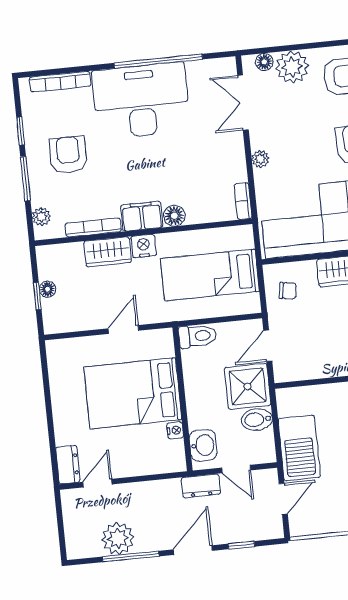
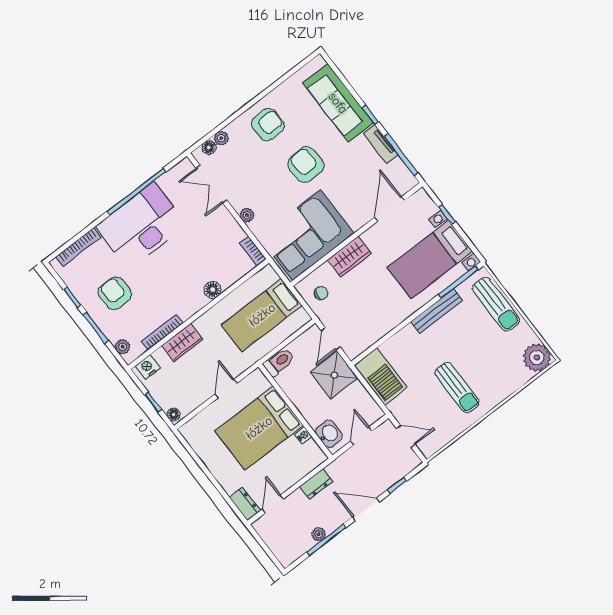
plant: (292, 67) -> (221, 138), width x0.53, depth x0.53
filing cabinet: (142, 216) -> (191, 304), removed
nightstand: (144, 246) -> (148, 367), moved
floor lamp: (48, 289) -> (174, 415), moved
bidet: (257, 420) -> (354, 394), removed
barbecue: (299, 448) -> (381, 376), moved
door: (236, 469) -> (361, 436), swing flipped
dresser: (201, 486) -> (316, 484), moved
door: (283, 499) -> (406, 436), hinge flipped
plant: (118, 538) -> (319, 534), width x0.53, depth x0.53
door: (193, 550) -> (366, 509), hinge flipped

